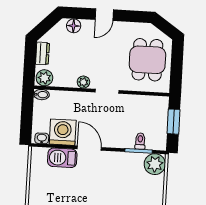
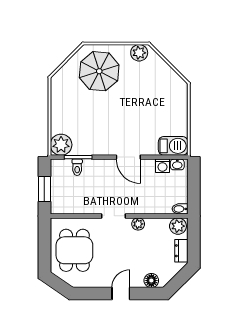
washing machine: (63, 132) -> (162, 166), width x0.53, depth x0.53
barbecue: (62, 158) -> (173, 146), moved

